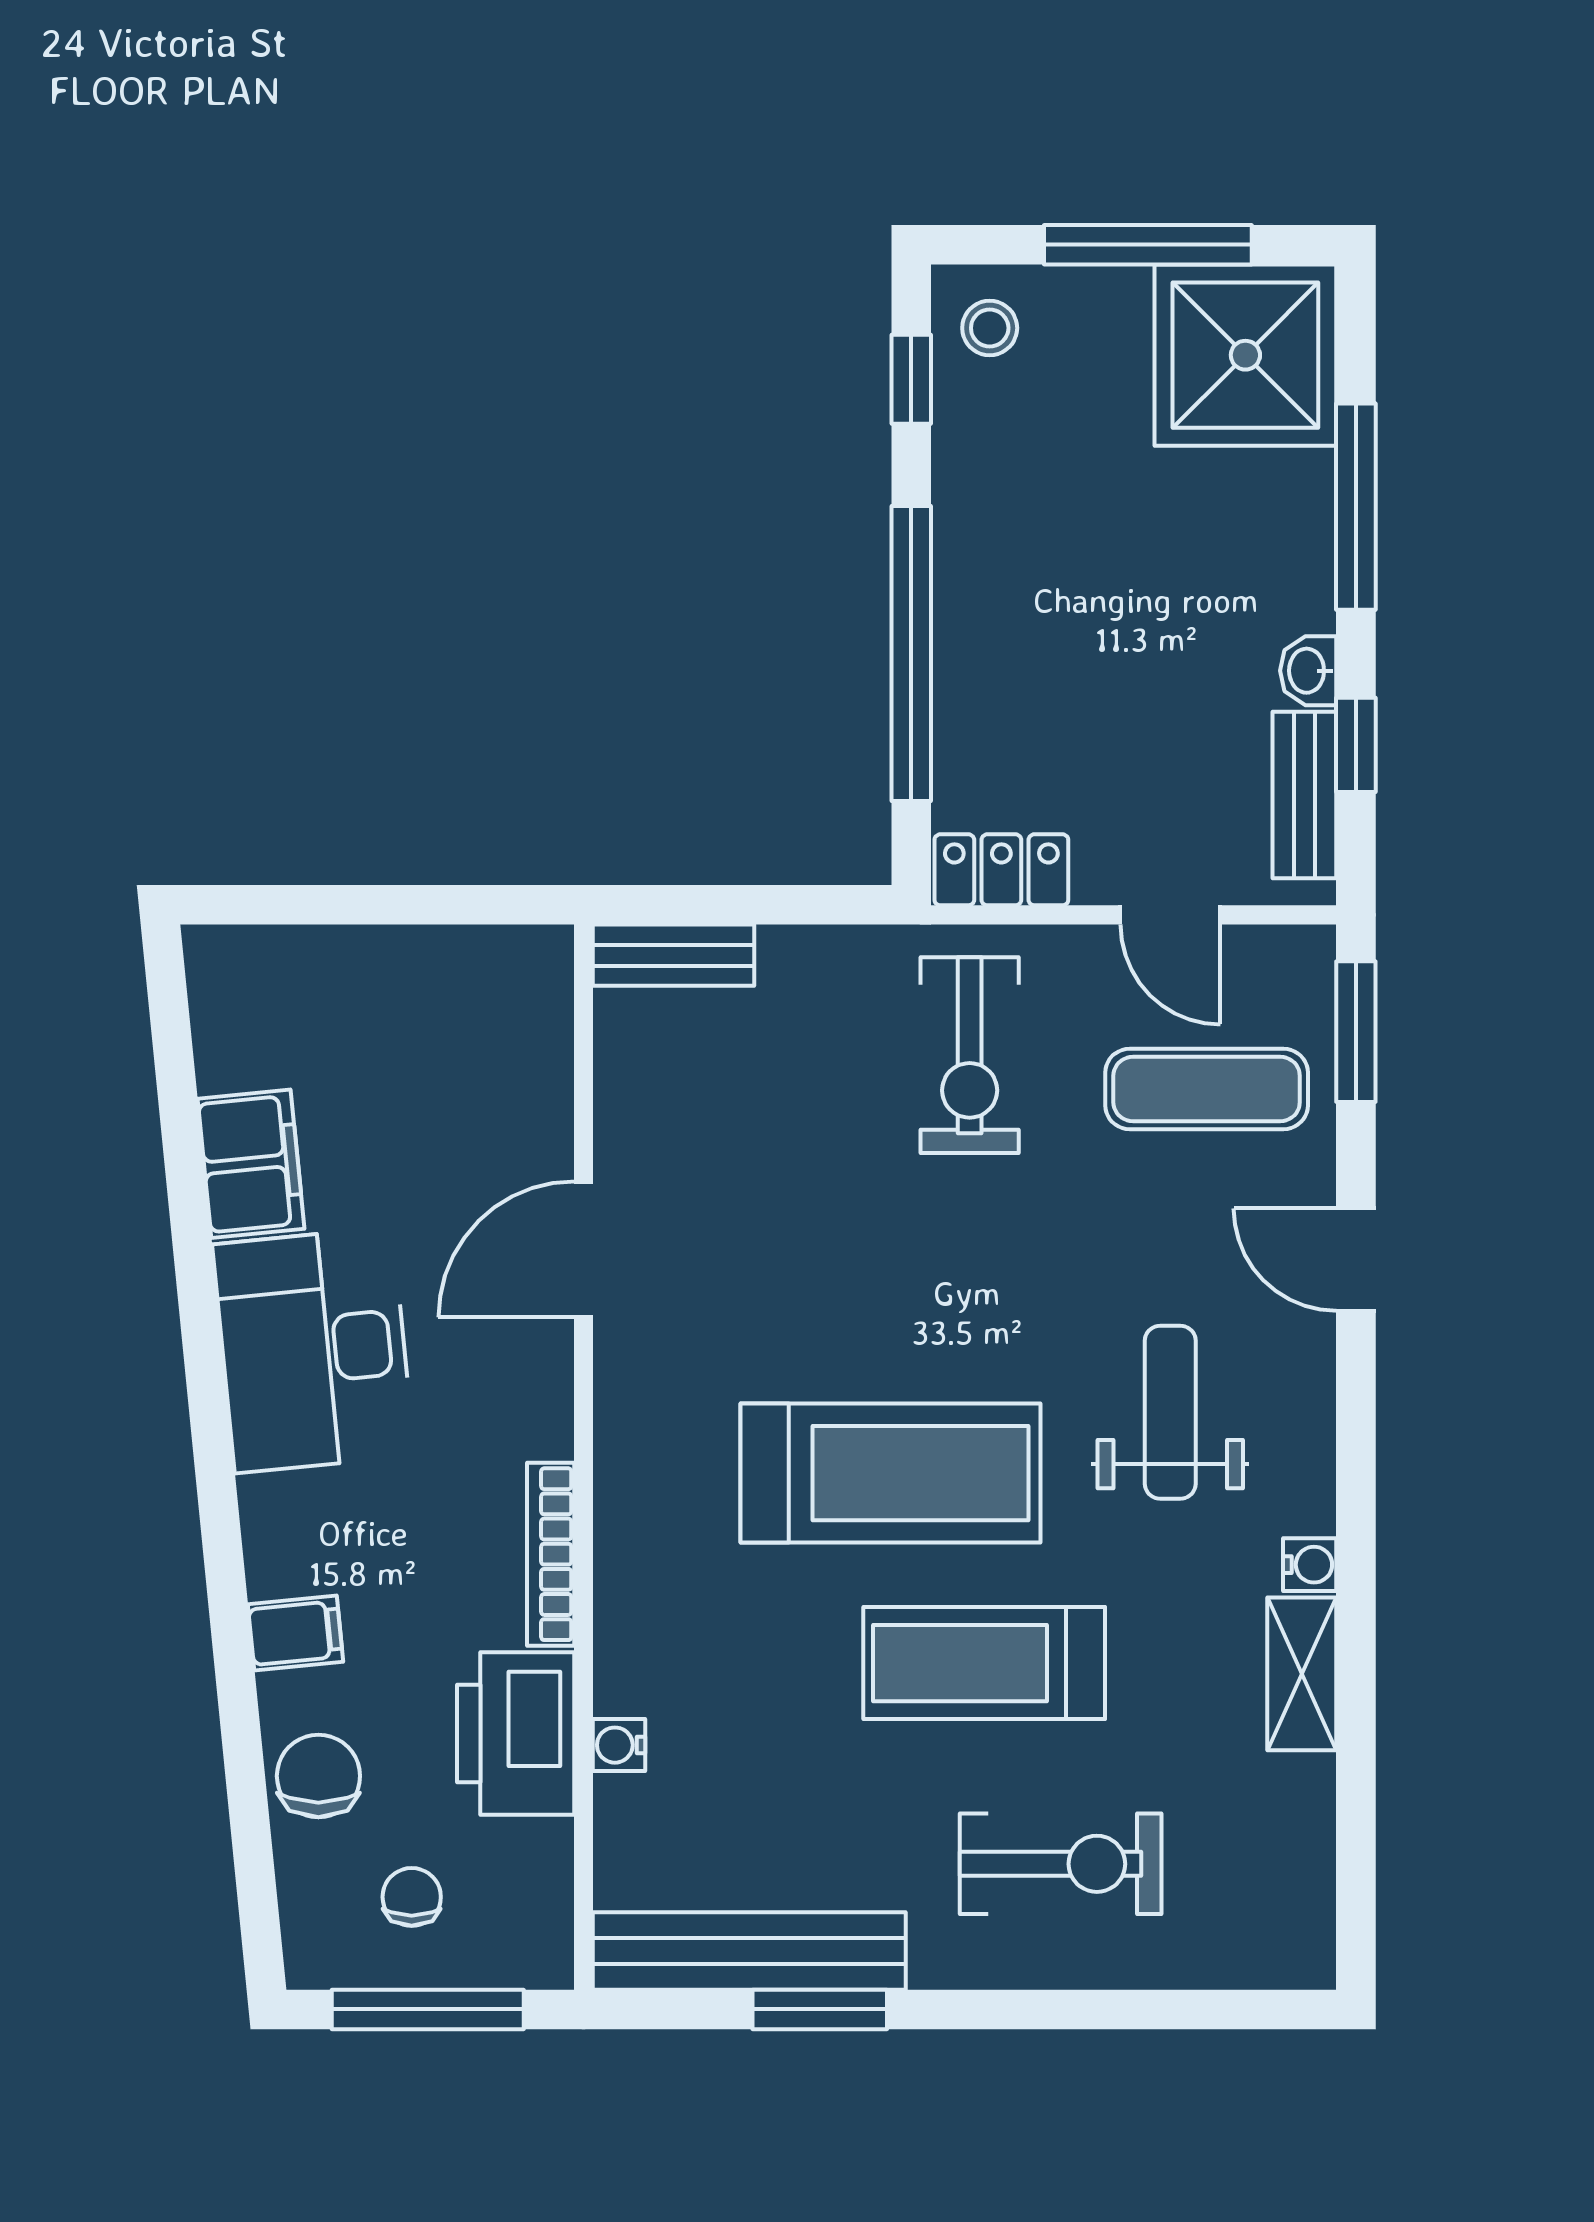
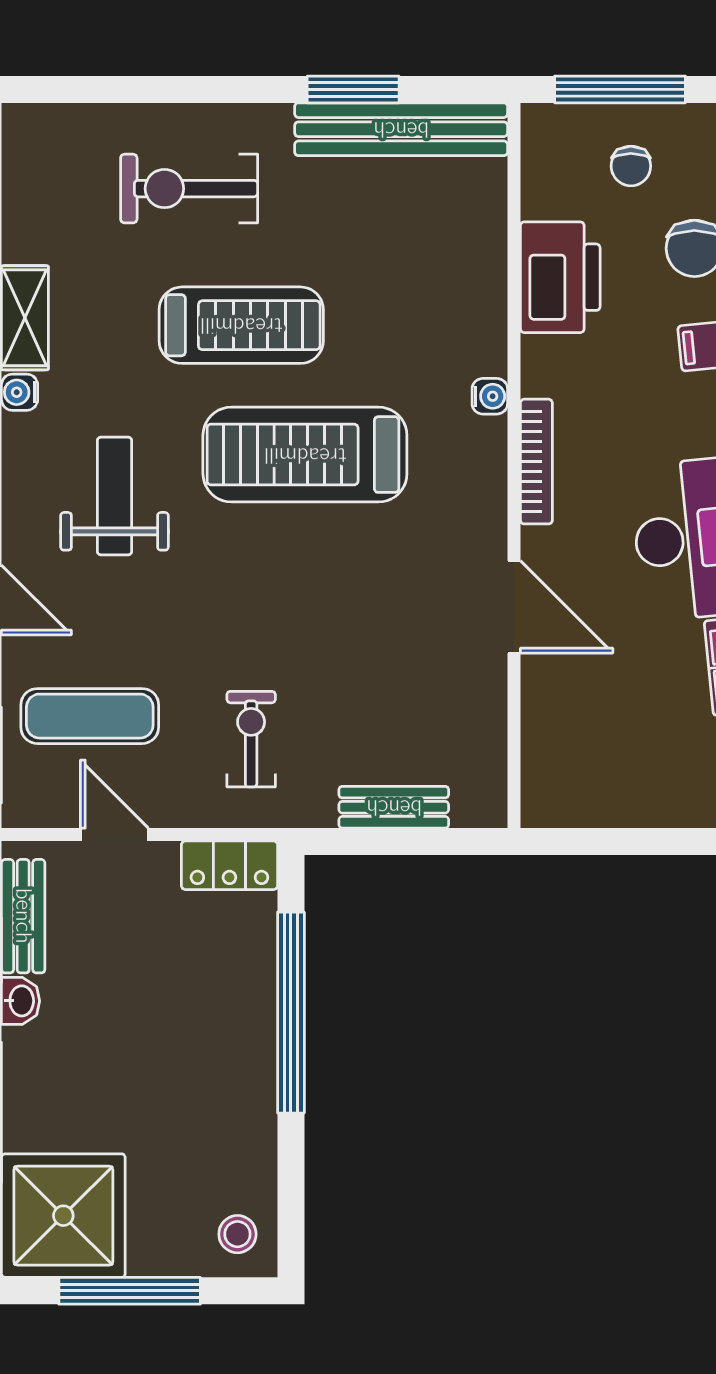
window: (911, 379) -> (291, 1199), removed
bench: (673, 955) -> (394, 807), moved
exercise bike: (970, 1055) -> (251, 739), width x0.73, depth x0.72
door: (583, 1249) -> (514, 607), hinge flipped
weight bench: (1170, 1412) -> (114, 496), turned 180
bookcase: (551, 1554) -> (536, 462), moved
water cooler: (619, 1745) -> (490, 396), moved

